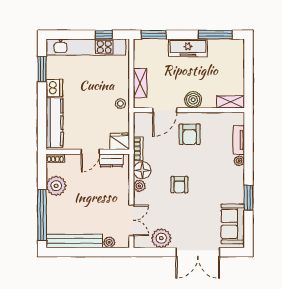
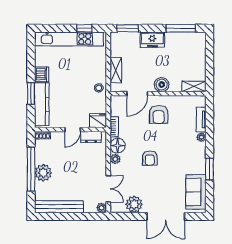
freezer: (188, 48) -> (152, 40), width x0.71
window: (42, 69) -> (31, 94), moved
plant: (56, 186) -> (43, 173), moved
window: (42, 215) -> (31, 169), moved
plant: (109, 242) -> (102, 208), moved

